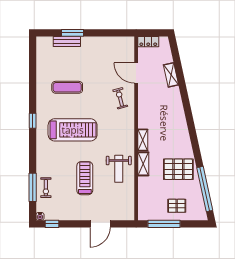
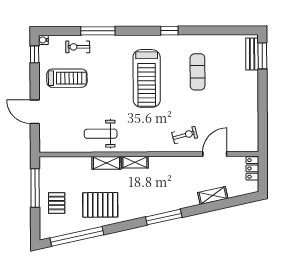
window: (73, 33) -> (262, 56), moved
bench: (67, 42) -> (252, 54), moved
window: (189, 116) -> (164, 217), added
window: (33, 121) -> (169, 31), moved
pallet: (178, 169) -> (100, 205), turned 90
treadmill: (85, 178) -> (67, 78), moved
window: (33, 187) -> (98, 31), moved

